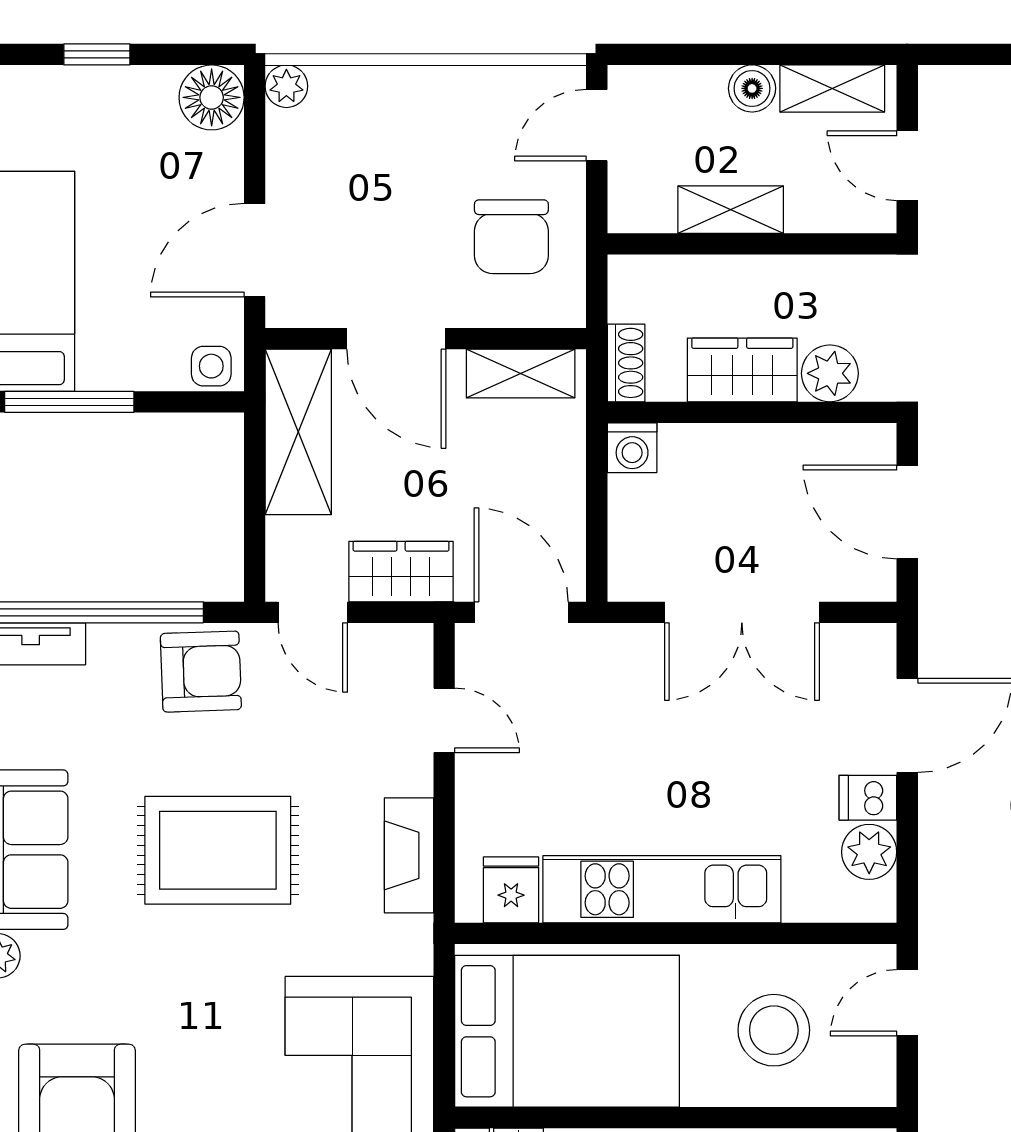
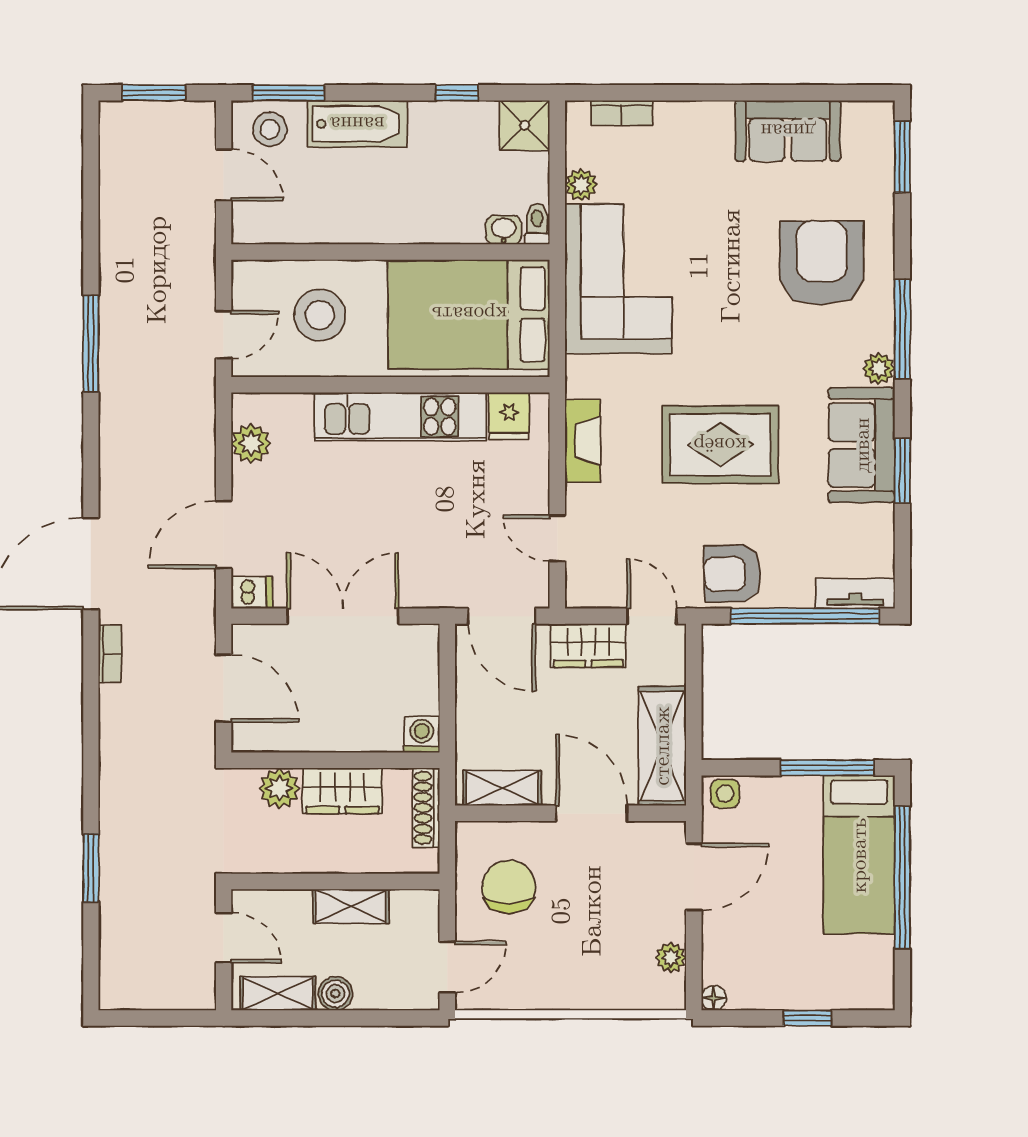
plant: (286, 86) -> (671, 958), moved
floor lamp: (212, 97) -> (714, 998), width x0.53, depth x0.53
shoe rack: (626, 363) -> (426, 808), width x1.43
dishwasher: (868, 798) -> (252, 592), moved

